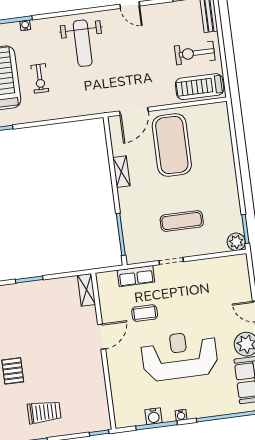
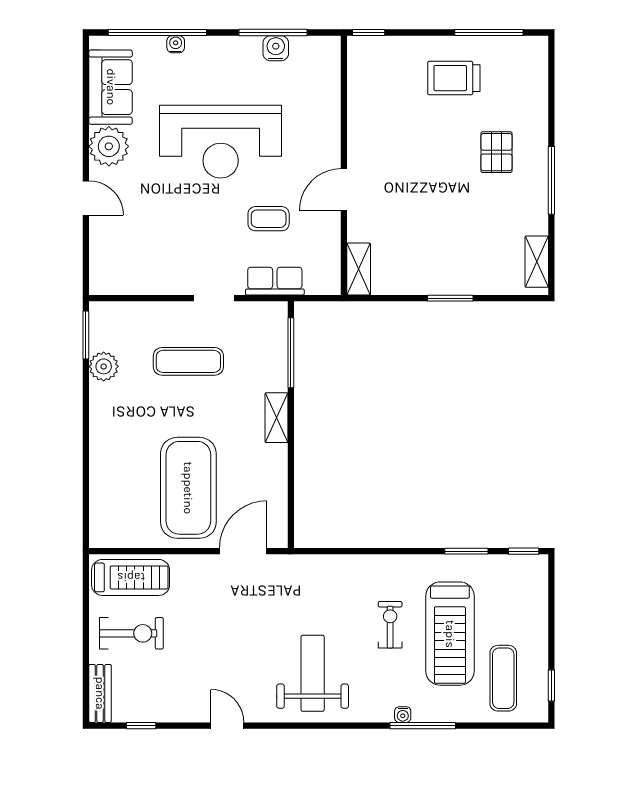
shelving: (121, 172) -> (276, 418), moved
plant: (236, 242) -> (104, 366), moved
water cooler: (181, 415) -> (176, 44), moved

